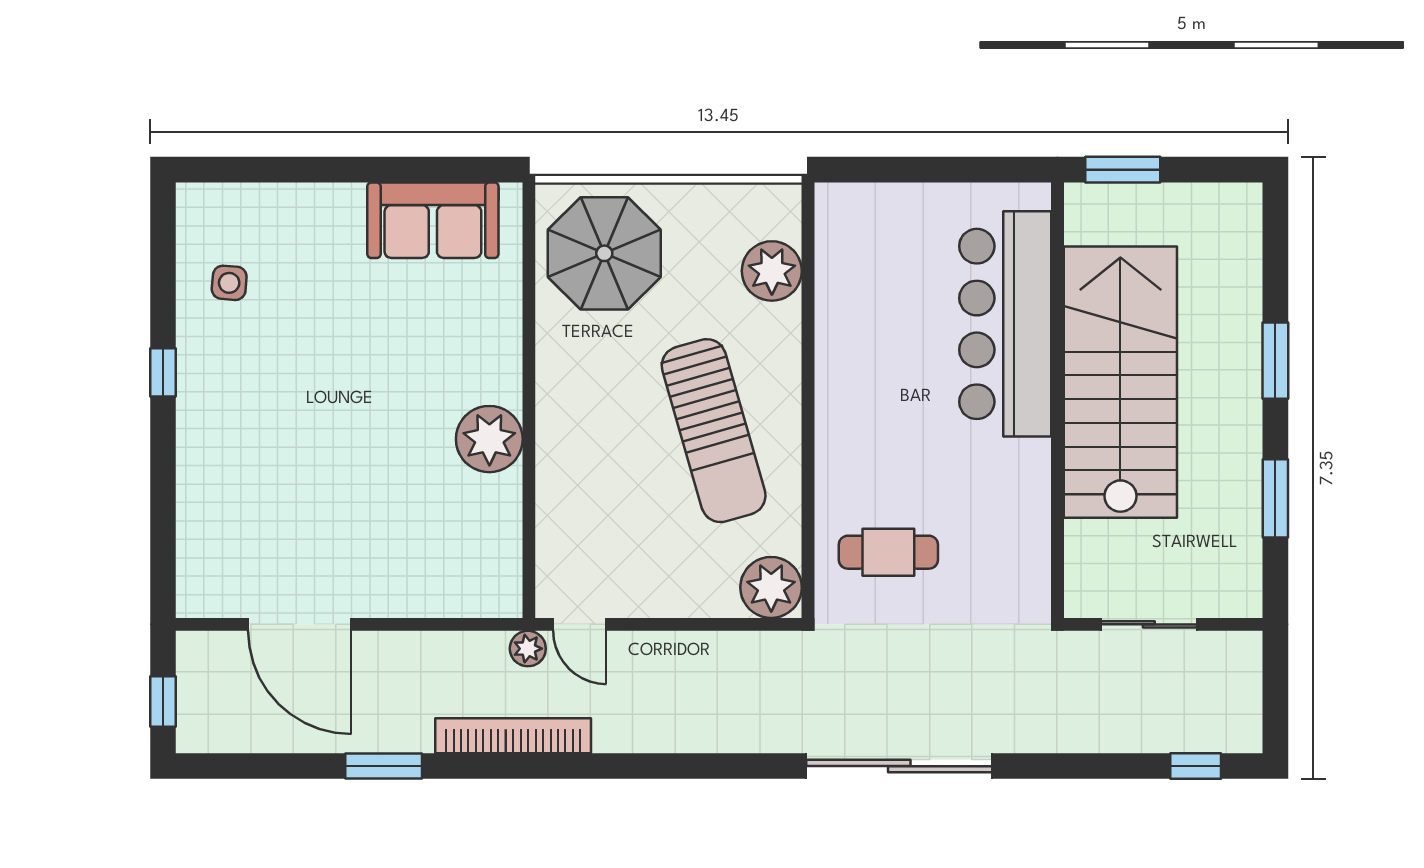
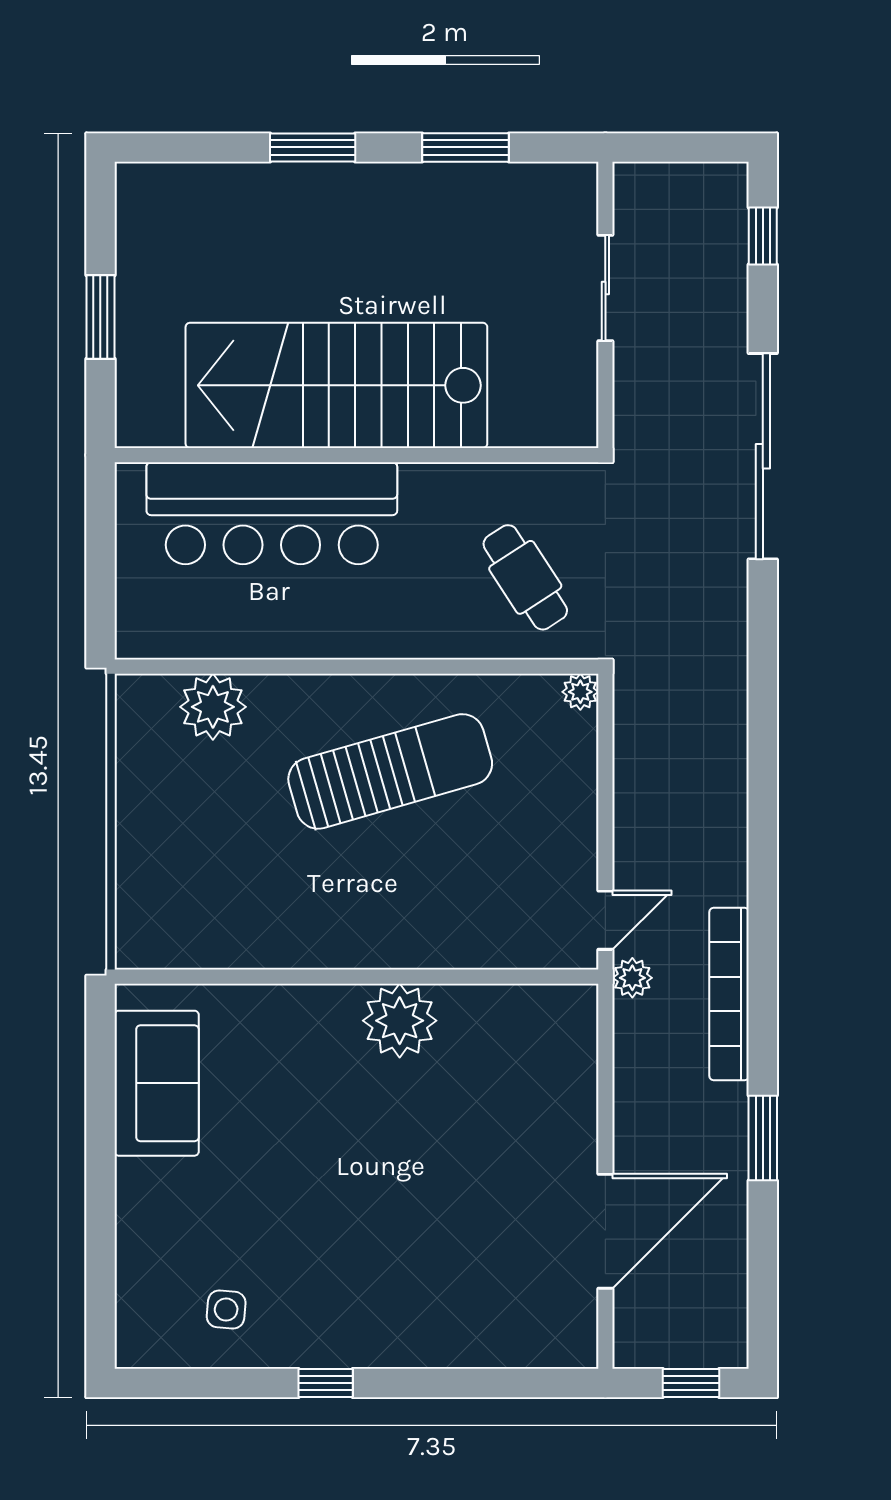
parasol: (604, 253) -> (193, 893), removed
bar counter: (1005, 324) -> (272, 513), moved
stairs: (1120, 382) -> (336, 385), moved
wall: (1058, 400) -> (356, 455), moved
cafe table: (888, 552) -> (525, 577), turned -33
plant: (771, 587) -> (580, 692), width x0.53, depth x0.53
sliding door: (899, 766) -> (763, 456), moved

